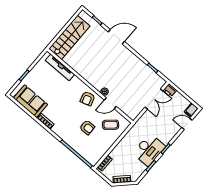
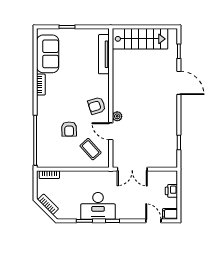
printer: (170, 90) -> (171, 191), moved
double door: (154, 99) -> (132, 169), moved

